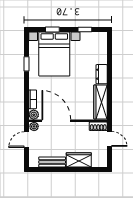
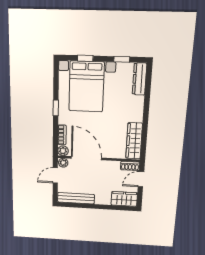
window: (26, 64) -> (56, 108), moved
dresser: (102, 74) -> (140, 79), moved, width x1.44
door: (109, 139) -> (141, 179), swing flipped
wardrobe: (79, 160) -> (124, 199), moved
bench: (52, 162) -> (76, 198), width x1.36

